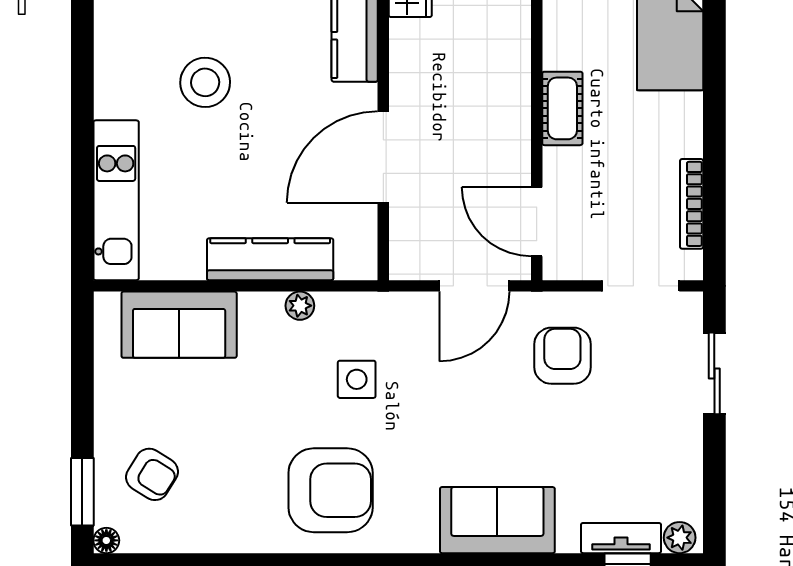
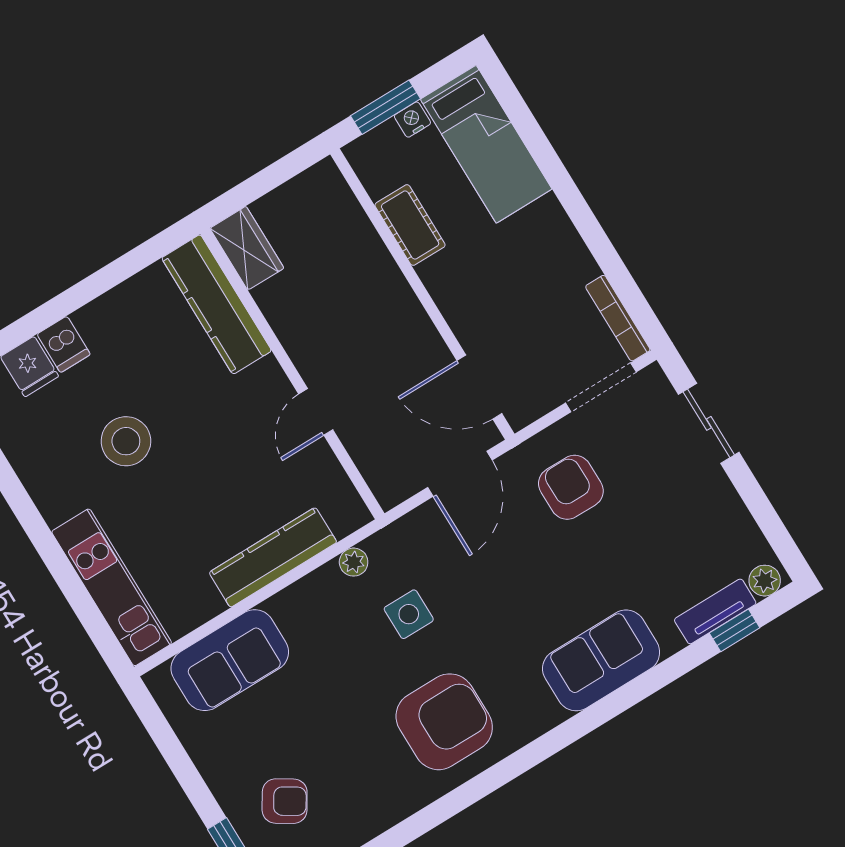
cot: (562, 108) -> (410, 225), moved
door: (383, 157) -> (316, 412), width x0.53
bookcase: (692, 204) -> (618, 318), moved
plant: (300, 306) -> (354, 562), moved

